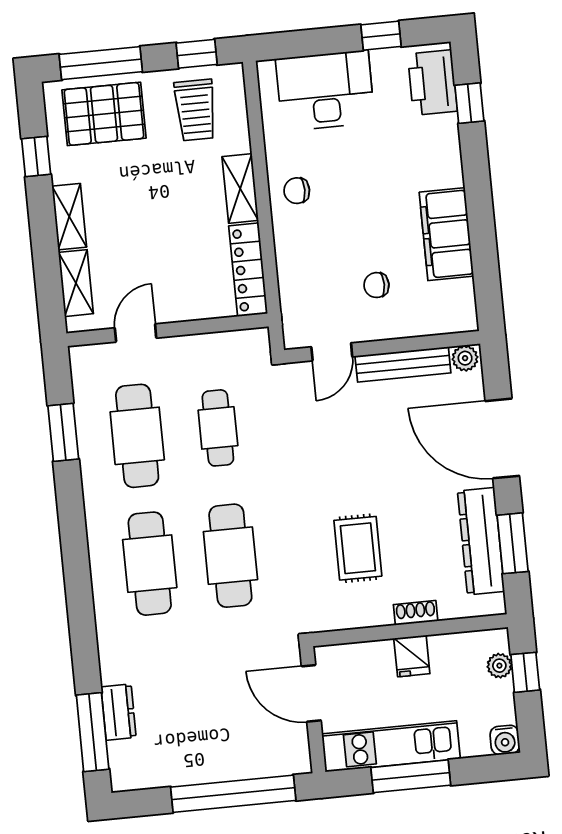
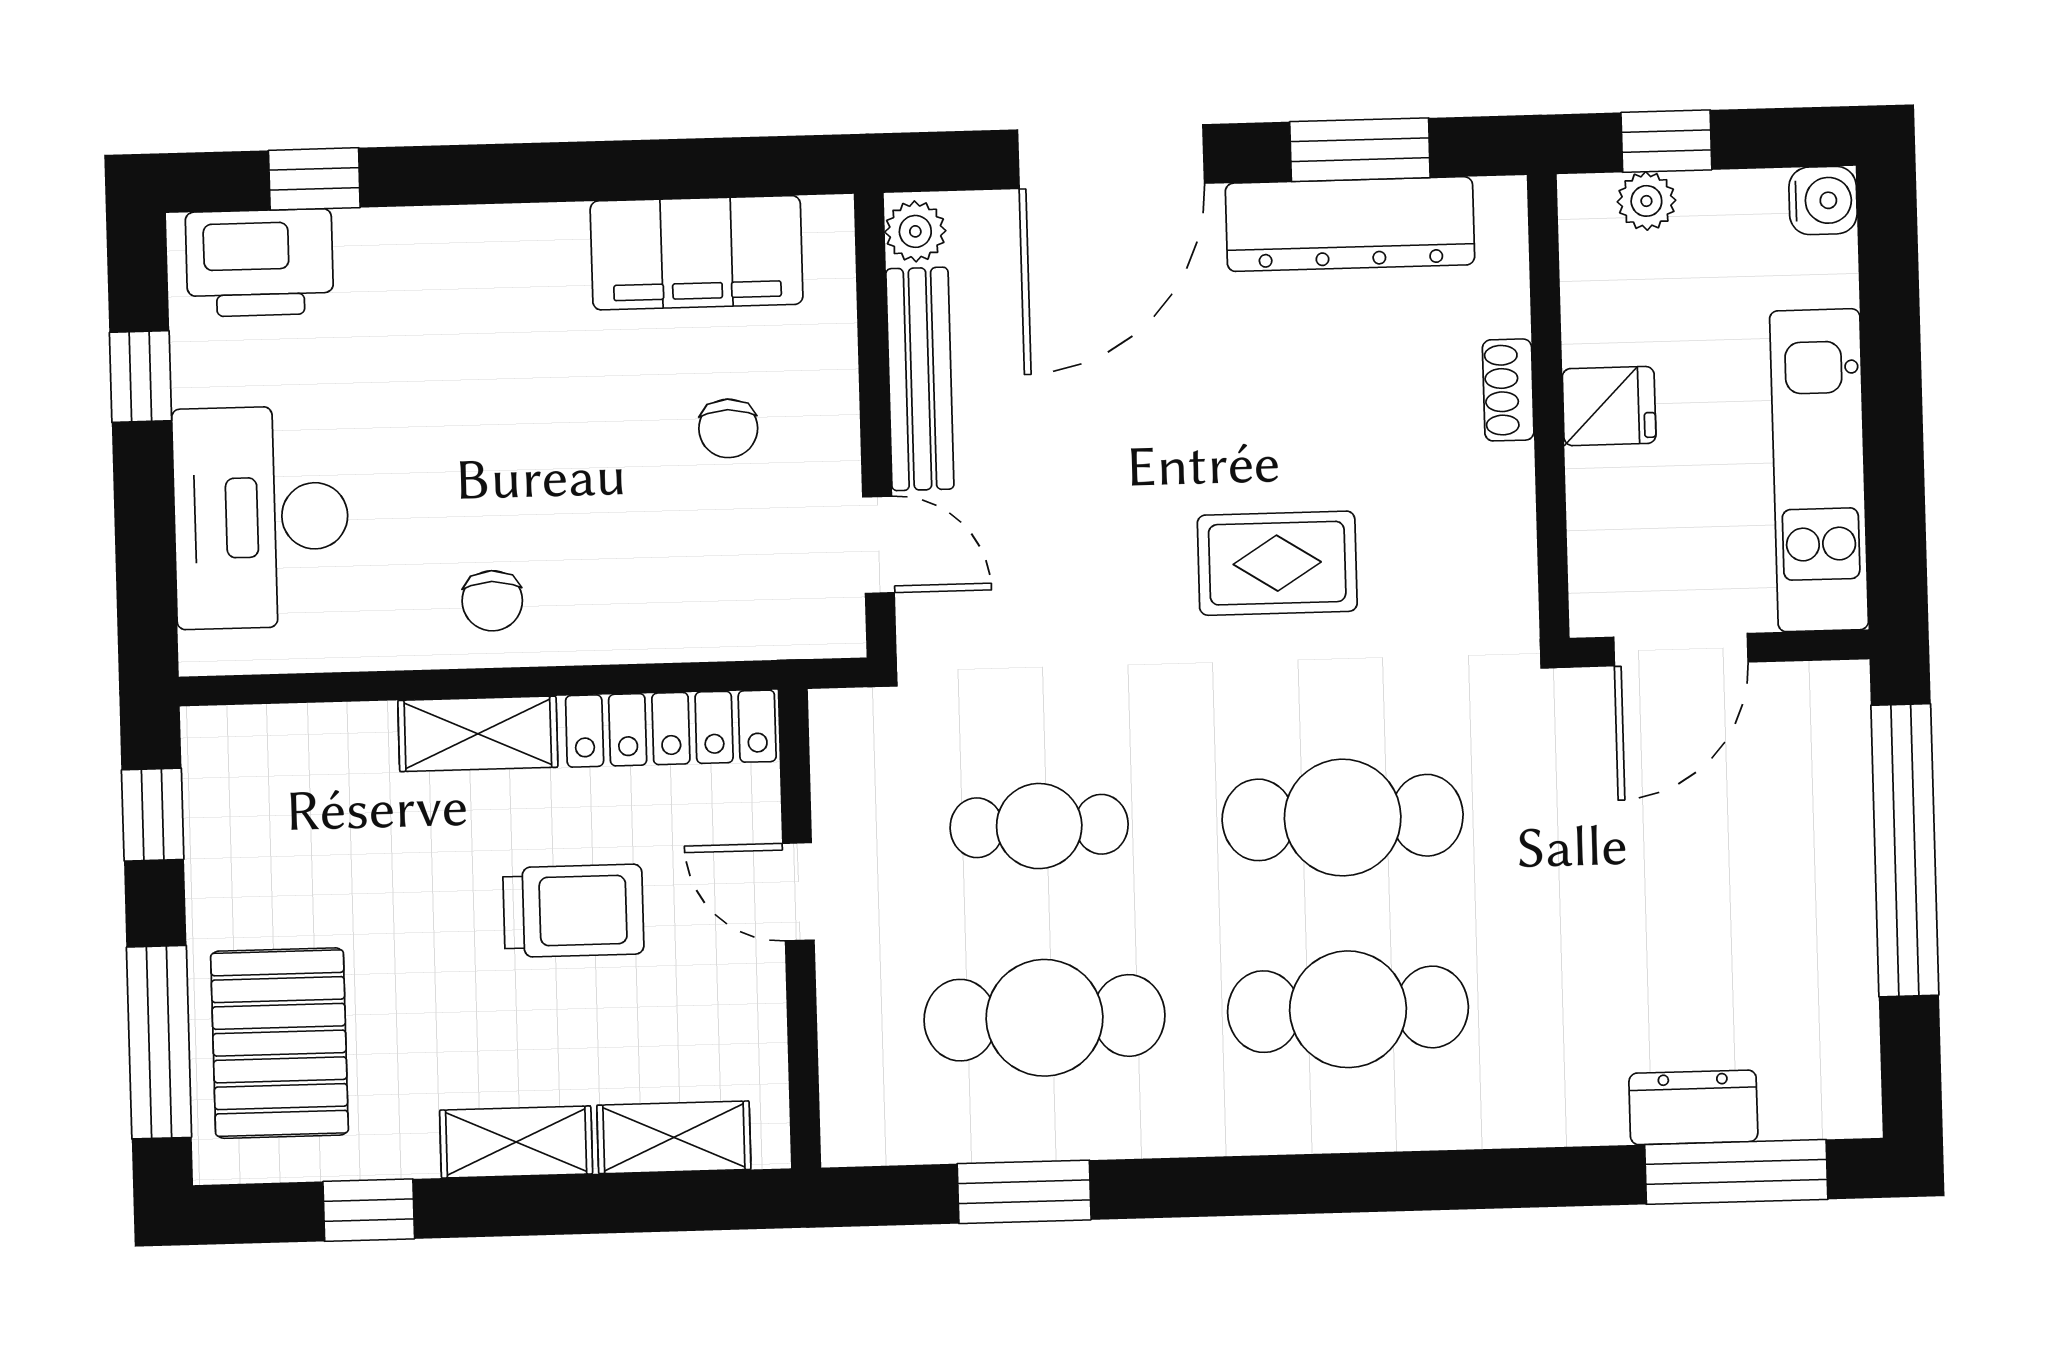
trolley: (195, 110) -> (573, 911), moved
filing cabinet: (446, 234) -> (697, 253), moved
door: (136, 333) -> (798, 892), moved
rug: (358, 548) -> (1277, 563), moved
window: (411, 776) -> (1893, 429), removed

